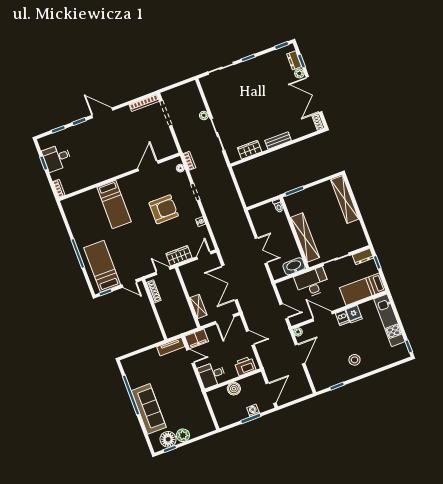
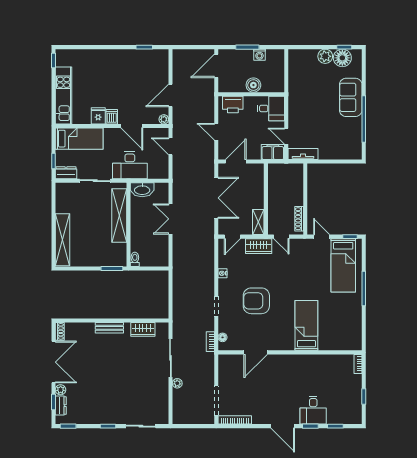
desk: (57, 158) -> (313, 410), moved, turned 90
shelving: (198, 306) -> (258, 222), moved
stool: (355, 360) -> (116, 68), removed
sofa: (149, 409) -> (351, 97), width x0.73
washing machine: (253, 410) -> (259, 55), moved

